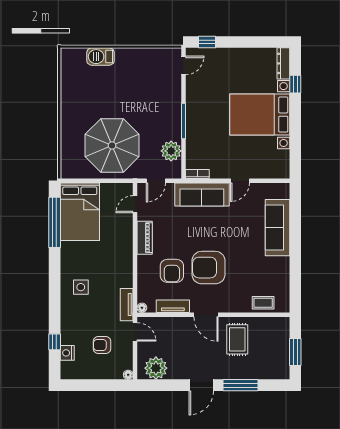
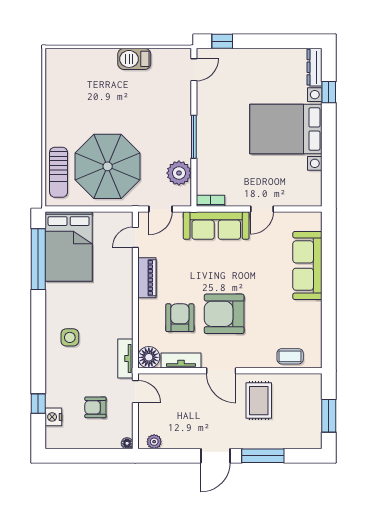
barbecue: (100, 57) -> (134, 59), moved
sun lounger: (71, 150) -> (59, 172), added
armchair: (172, 271) -> (180, 318), turned 180
floor lamp: (142, 308) -> (149, 357), width x1.89, depth x1.89
plant: (156, 368) -> (154, 442), width x0.53, depth x0.53

